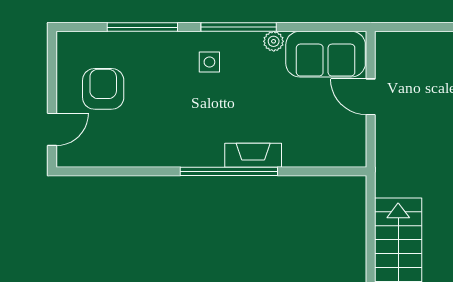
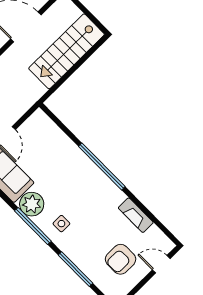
plant: (274, 41) -> (32, 204), width x1.88, depth x1.88
fireplace: (253, 155) -> (136, 215), moved

